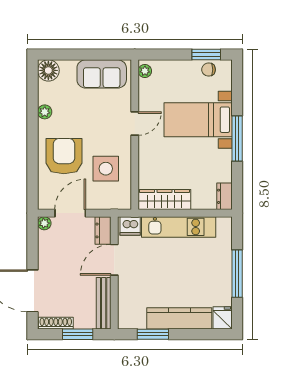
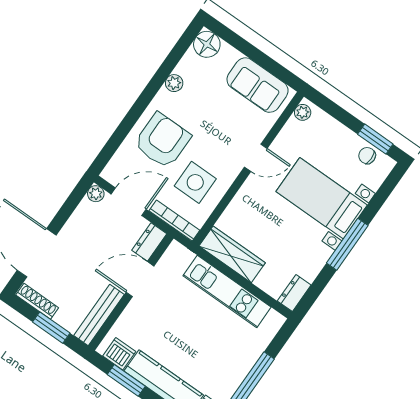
bookcase: (110, 204) -> (174, 221), added
dishwasher: (130, 226) -> (119, 354), moved, turned 180

